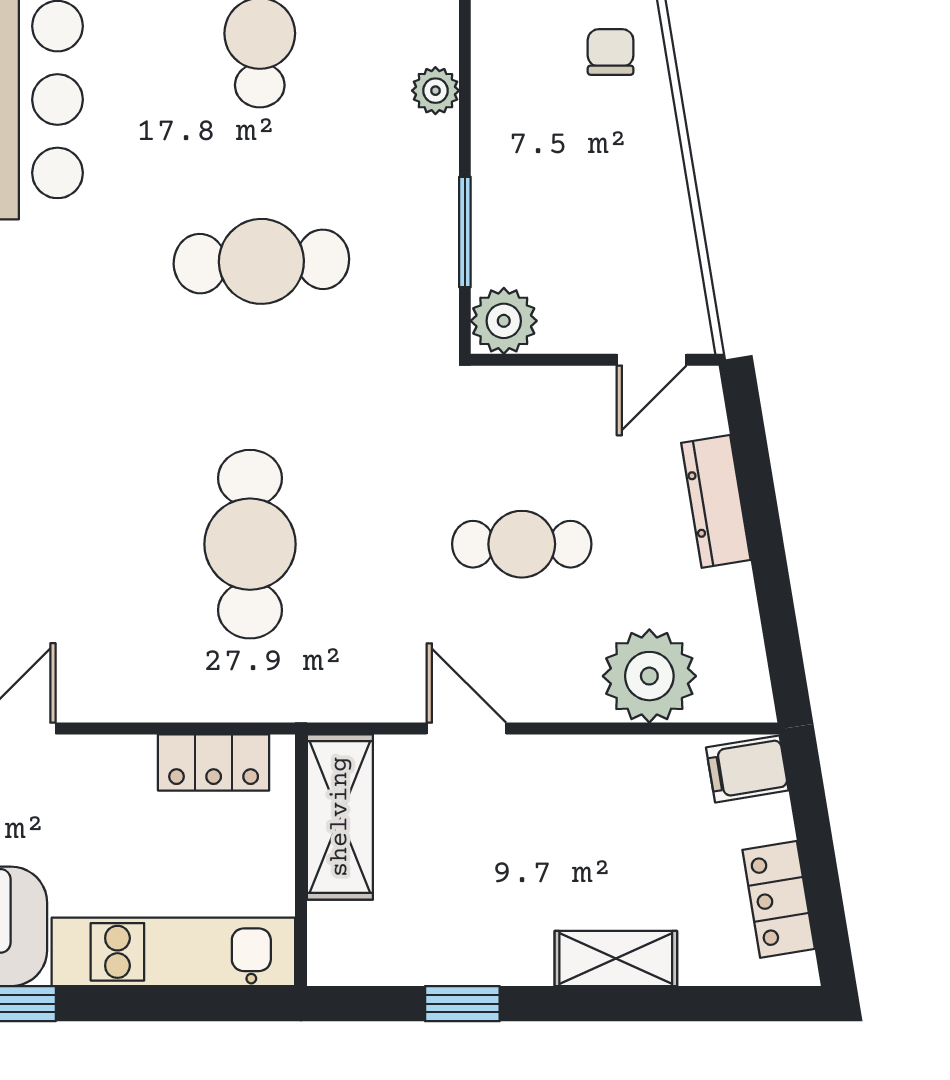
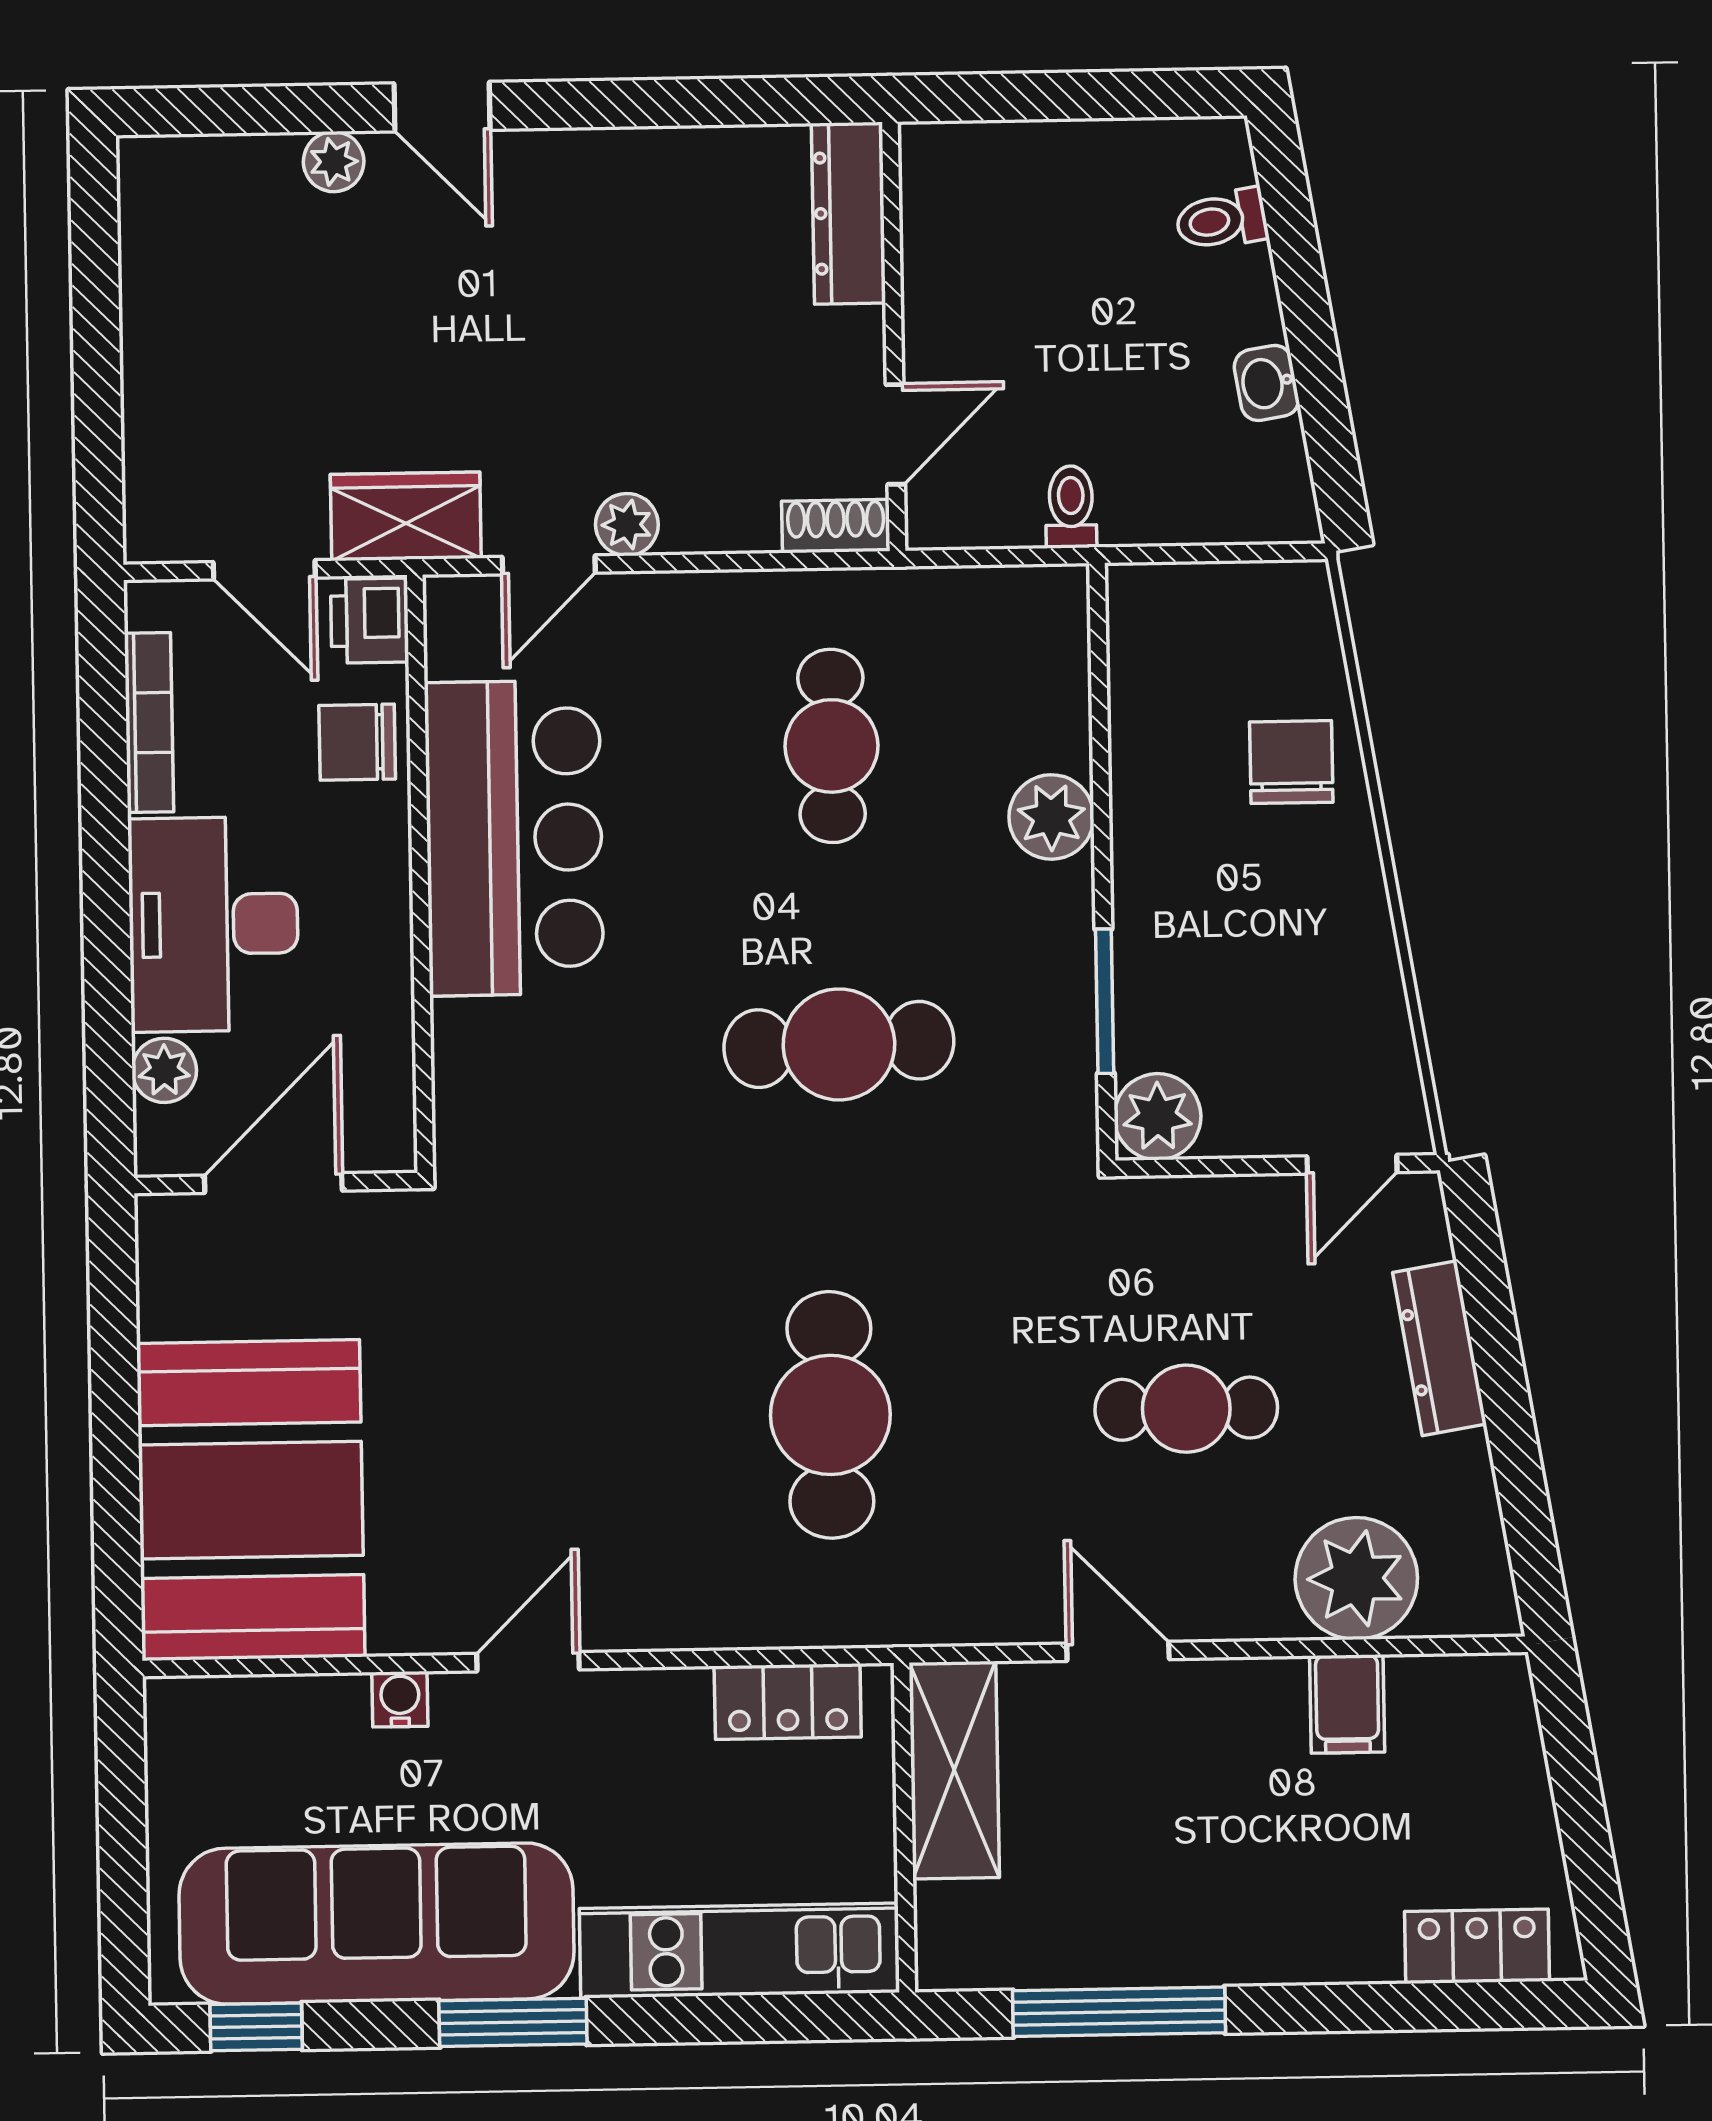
chair: (611, 52) -> (1291, 762), width x1.37, depth x1.37
plant: (435, 91) -> (1051, 817), width x1.38, depth x1.38
filing cabinet: (747, 769) -> (1347, 1704), moved, turned -81
locker: (779, 899) -> (1477, 1946), moved, turned 99
shelving: (616, 959) -> (1319, 1949), removed
window: (462, 1004) -> (1119, 2012), width x2.17

